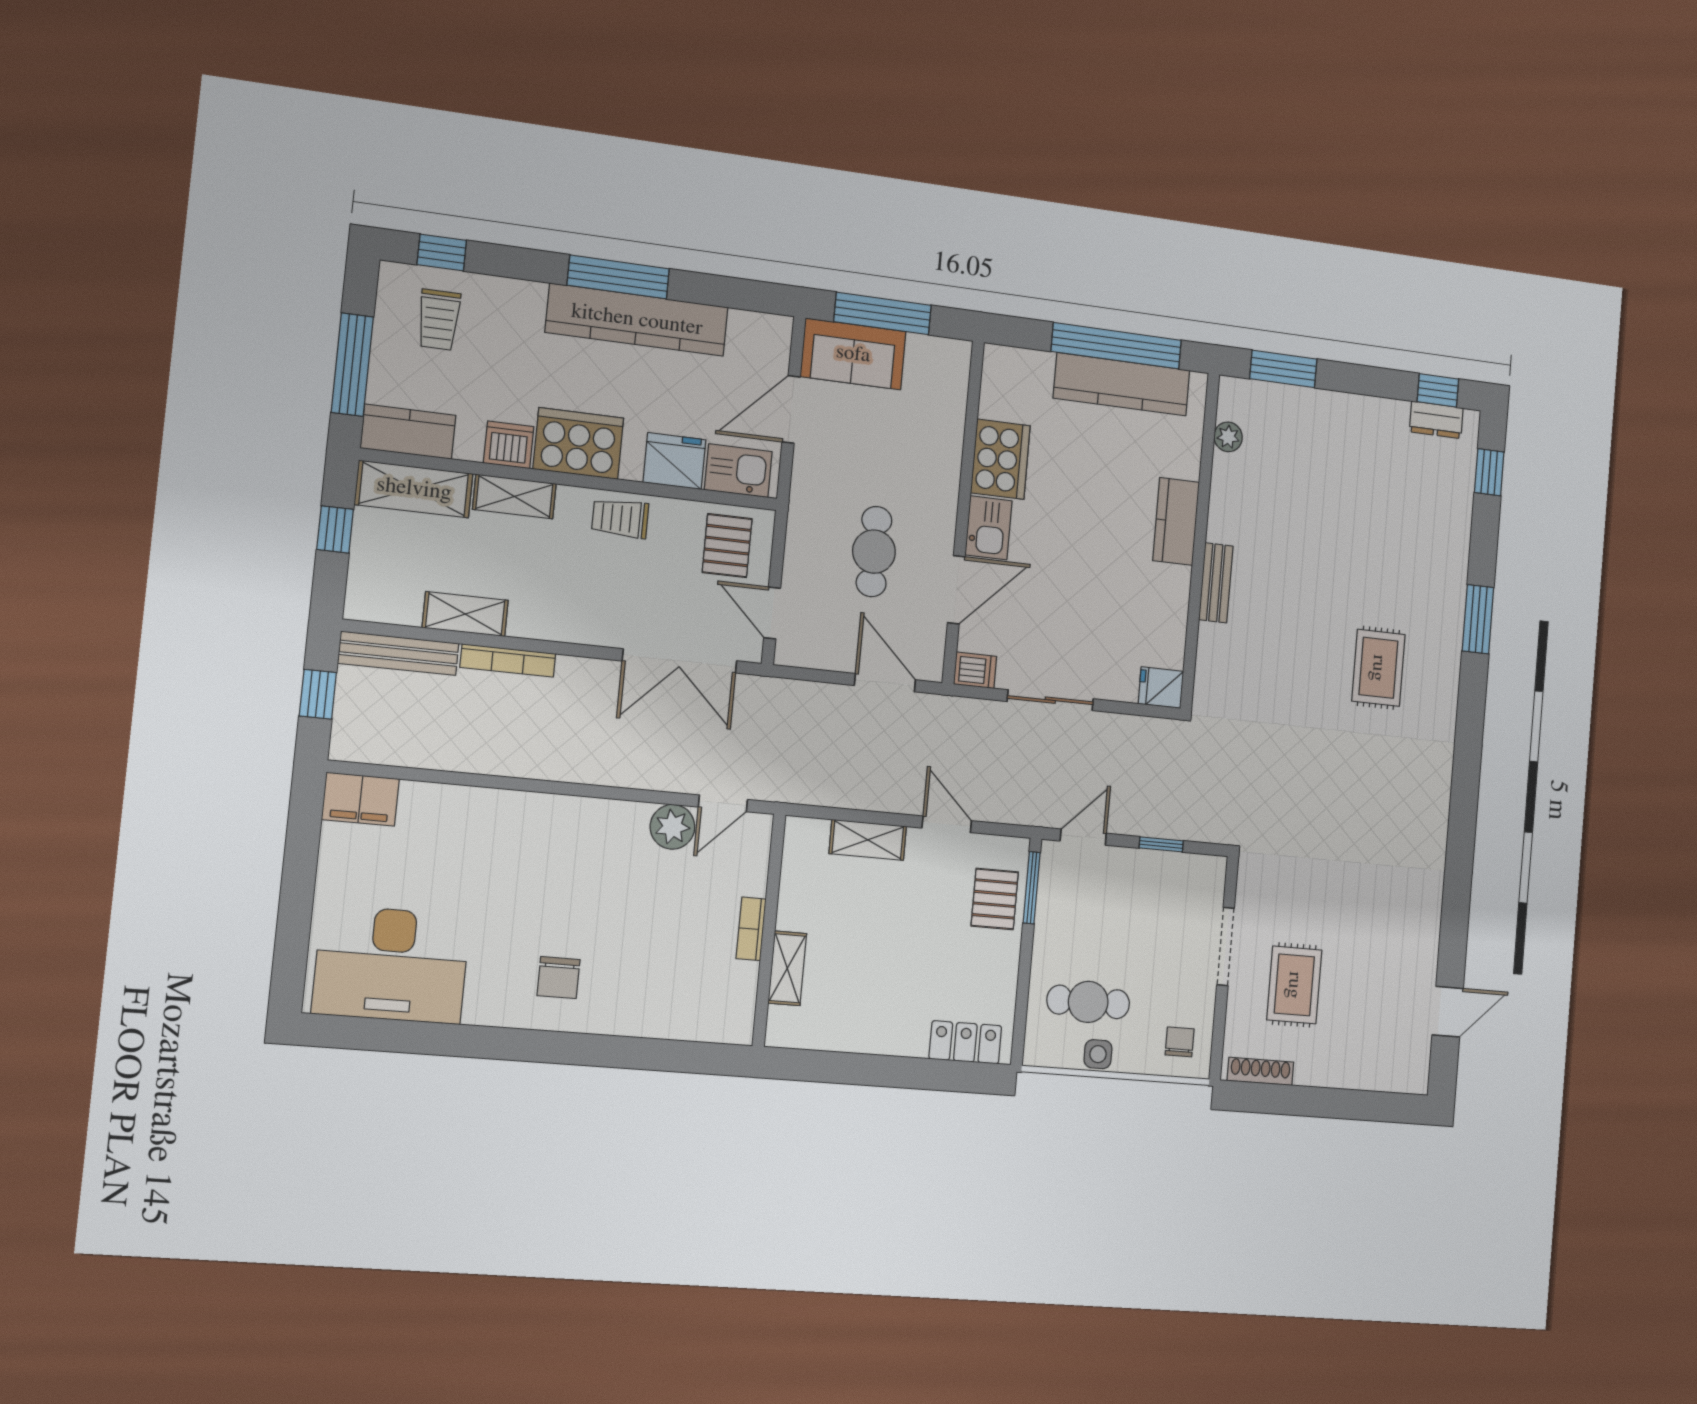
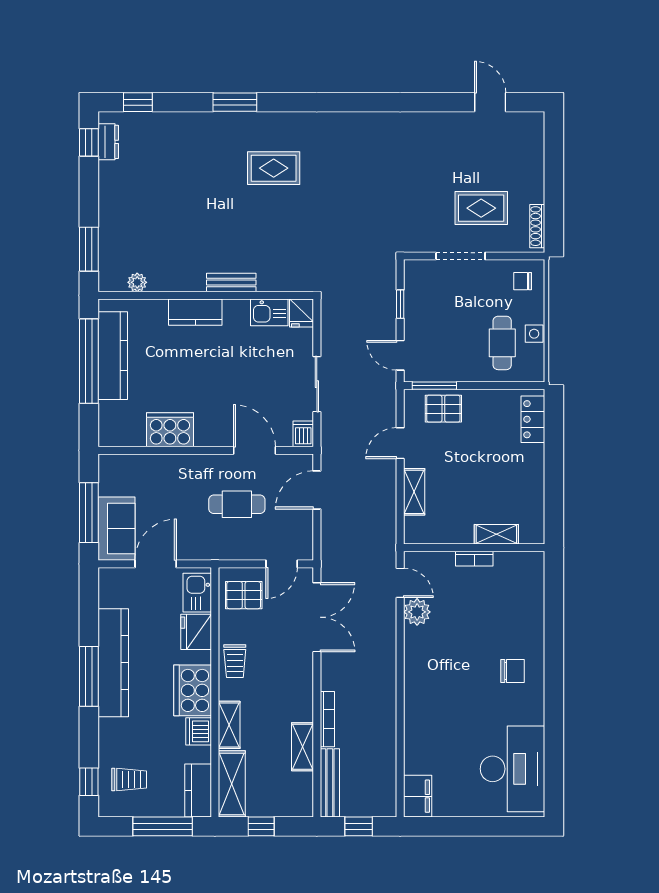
door: (791, 409) -> (156, 564), swing flipped
kitchen sink: (988, 528) -> (269, 312), moved, turned 180

